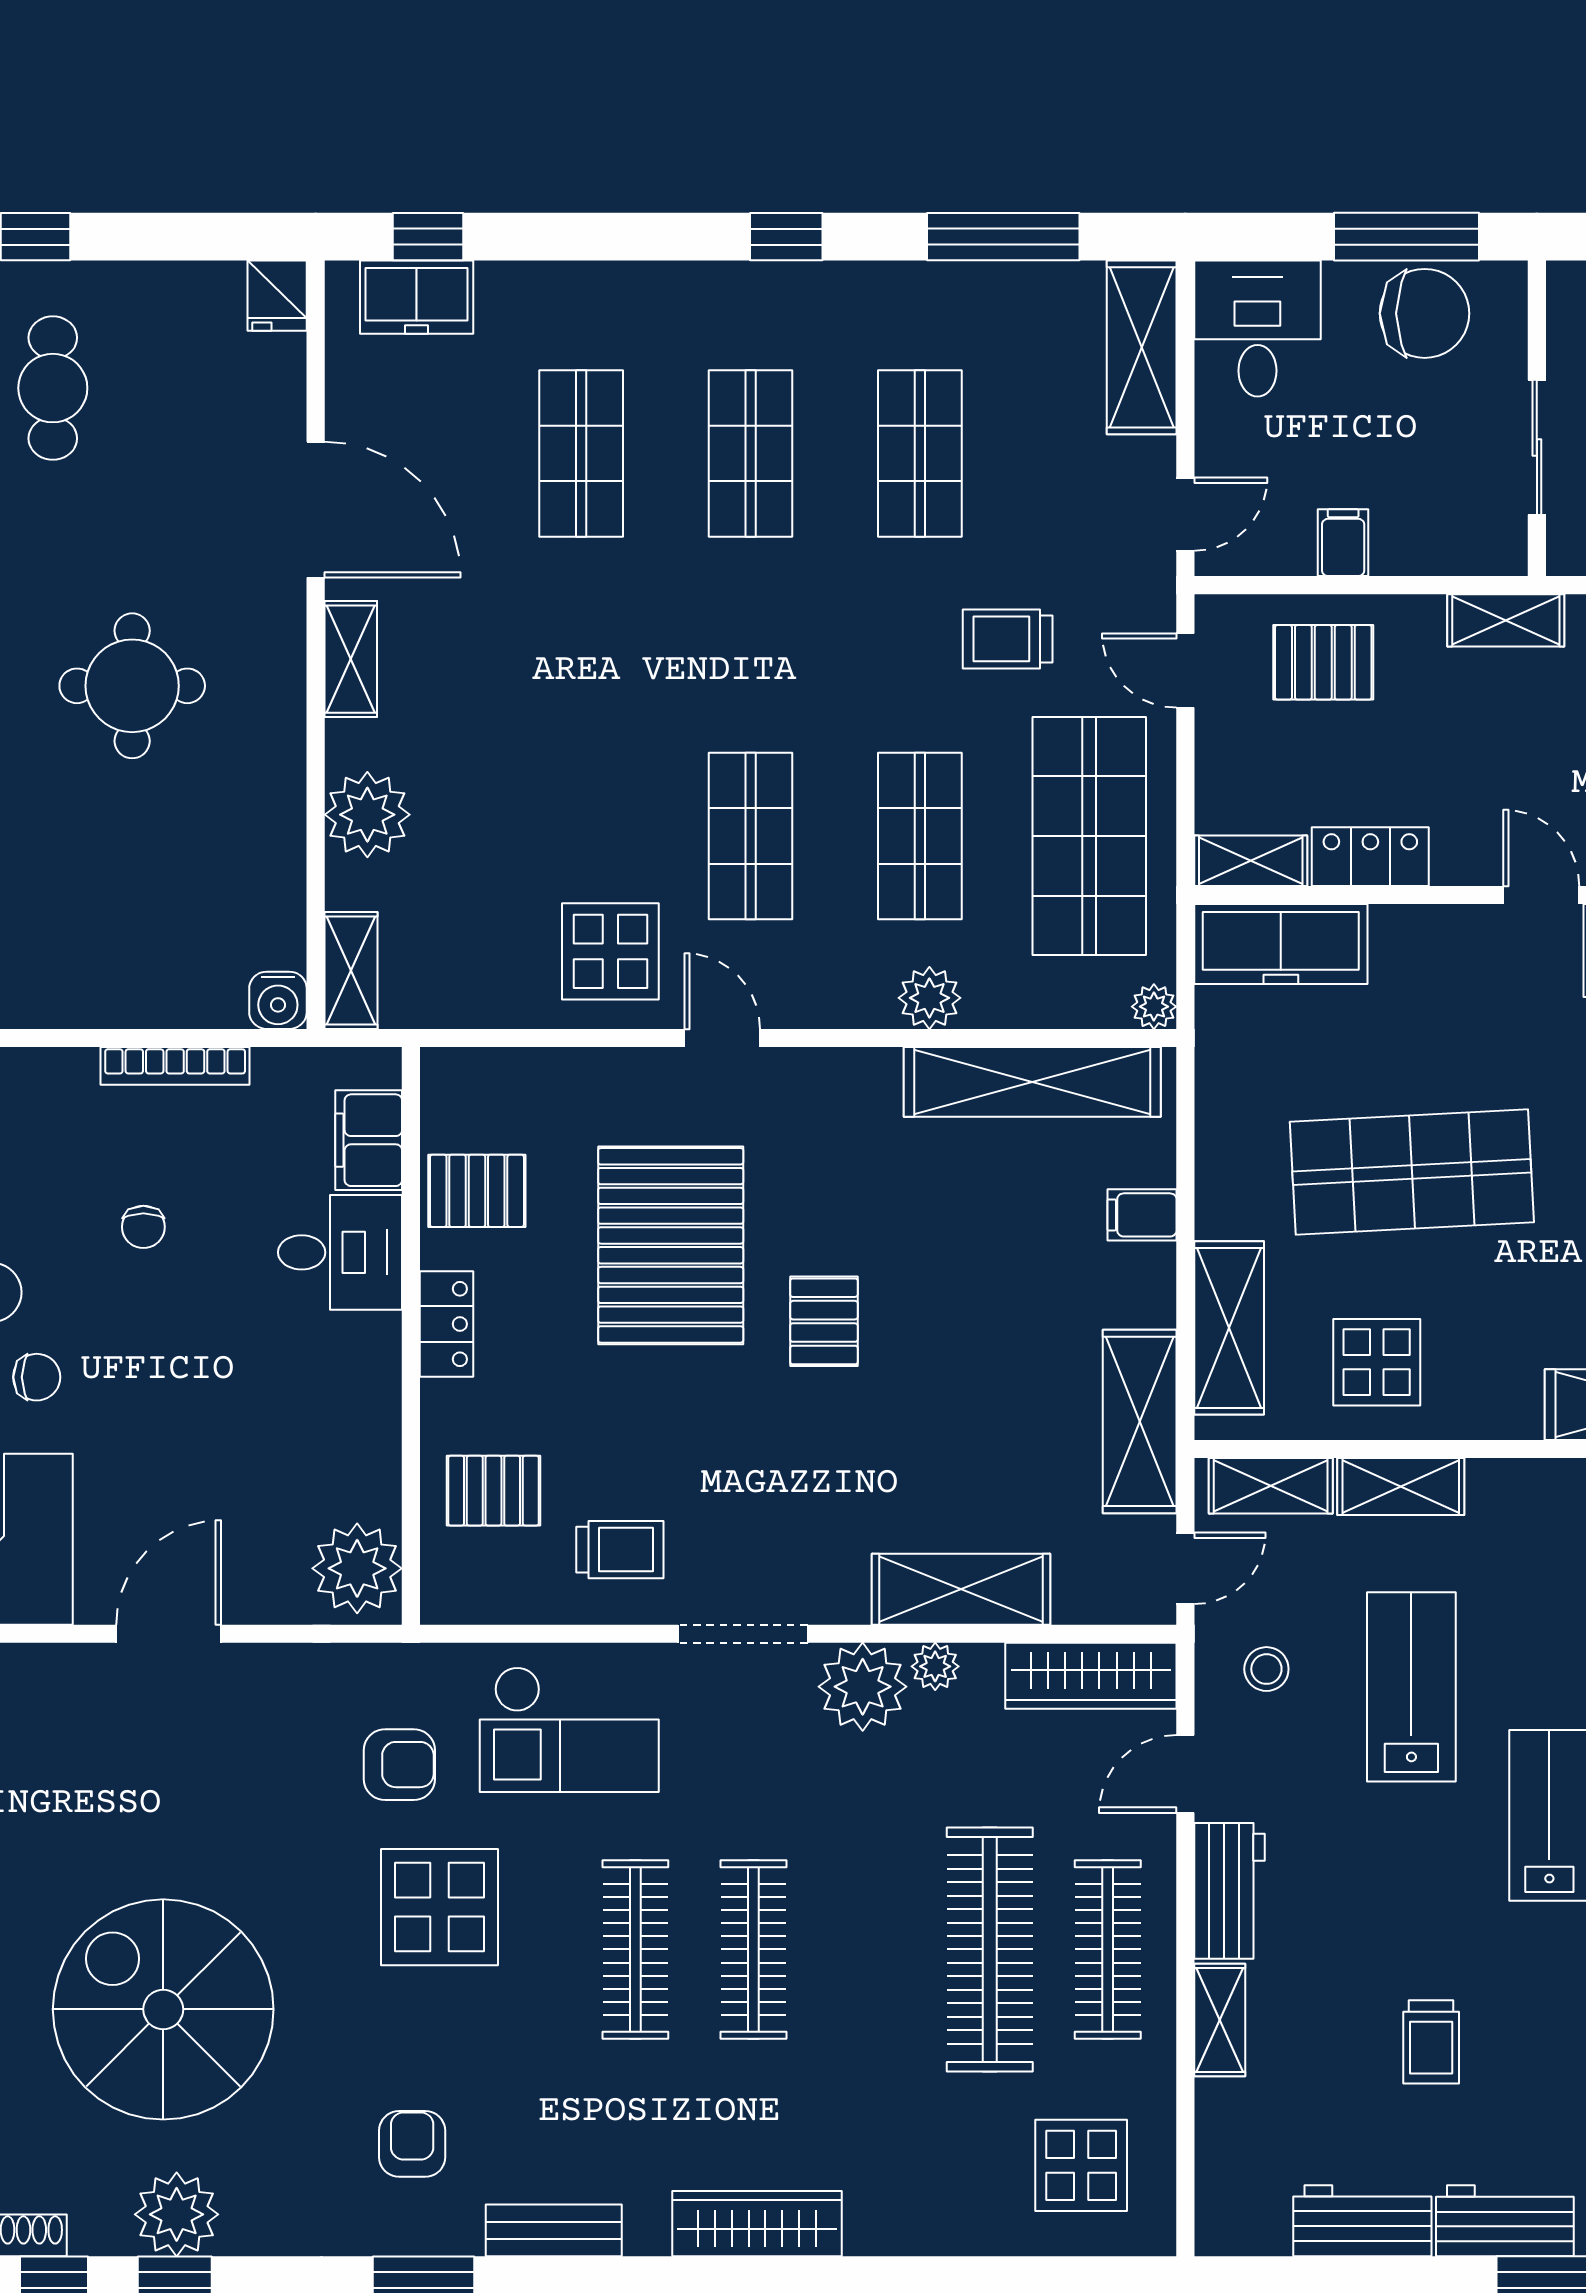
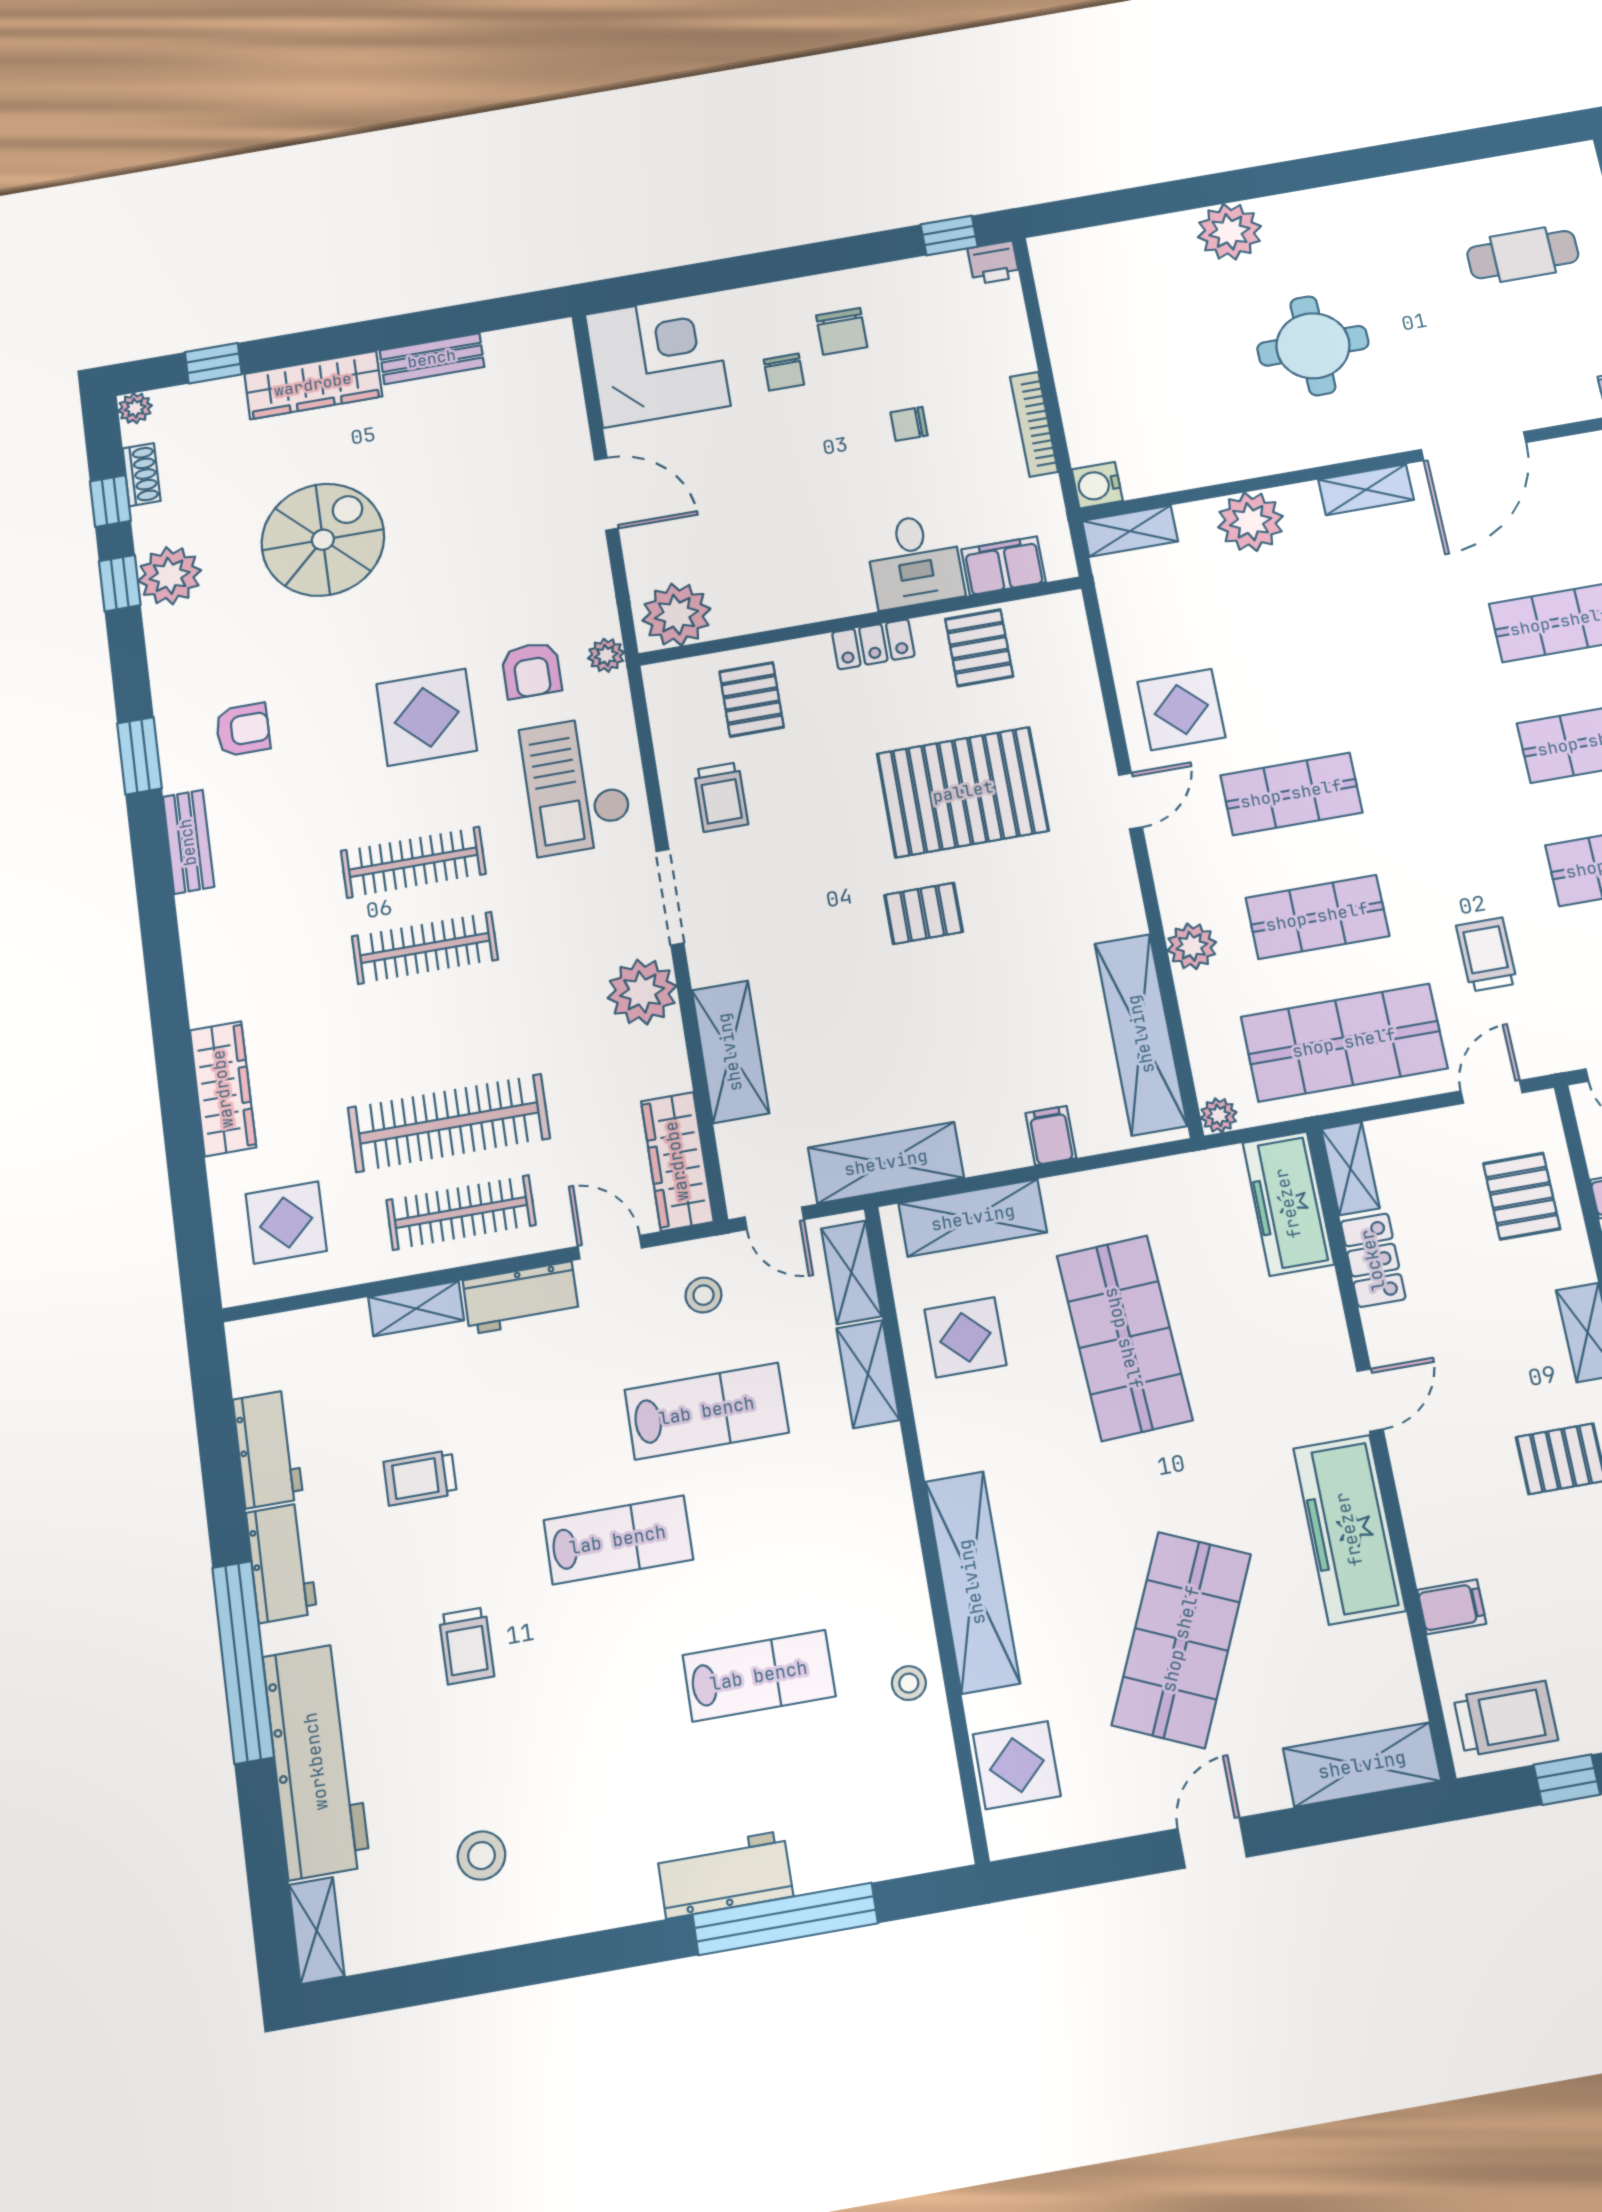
plant: (935, 1666) -> (606, 655), moved
spiral stairs: (163, 2009) -> (323, 540), width x0.73, depth x0.73
wardrobe: (757, 2224) -> (223, 1089), moved

